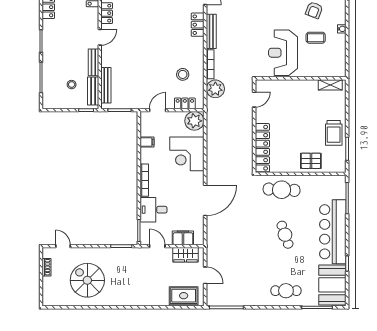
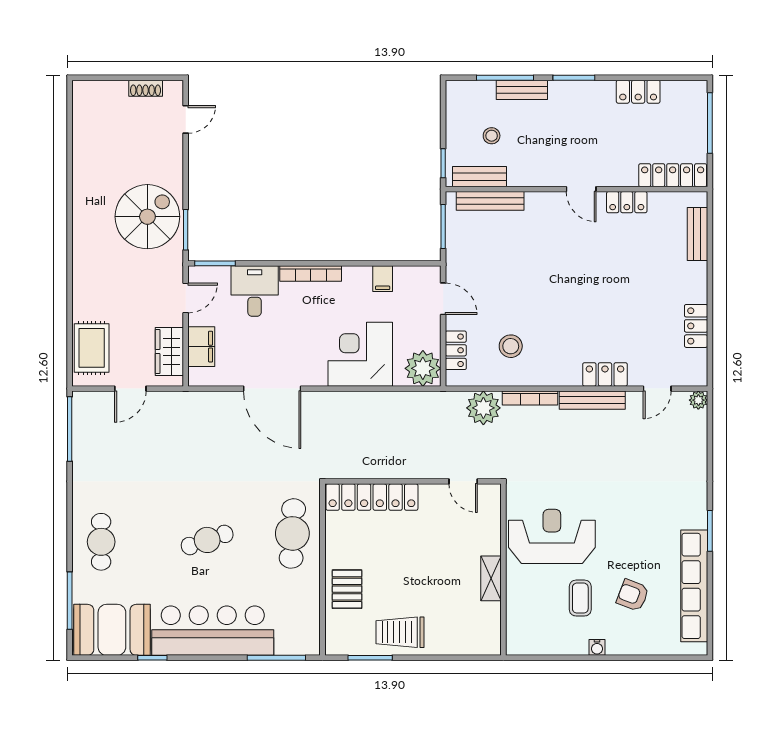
bench: (93, 62) -> (522, 90), moved
shelving: (330, 85) -> (491, 578), moved
spiral stairs: (87, 280) -> (147, 217), moved

